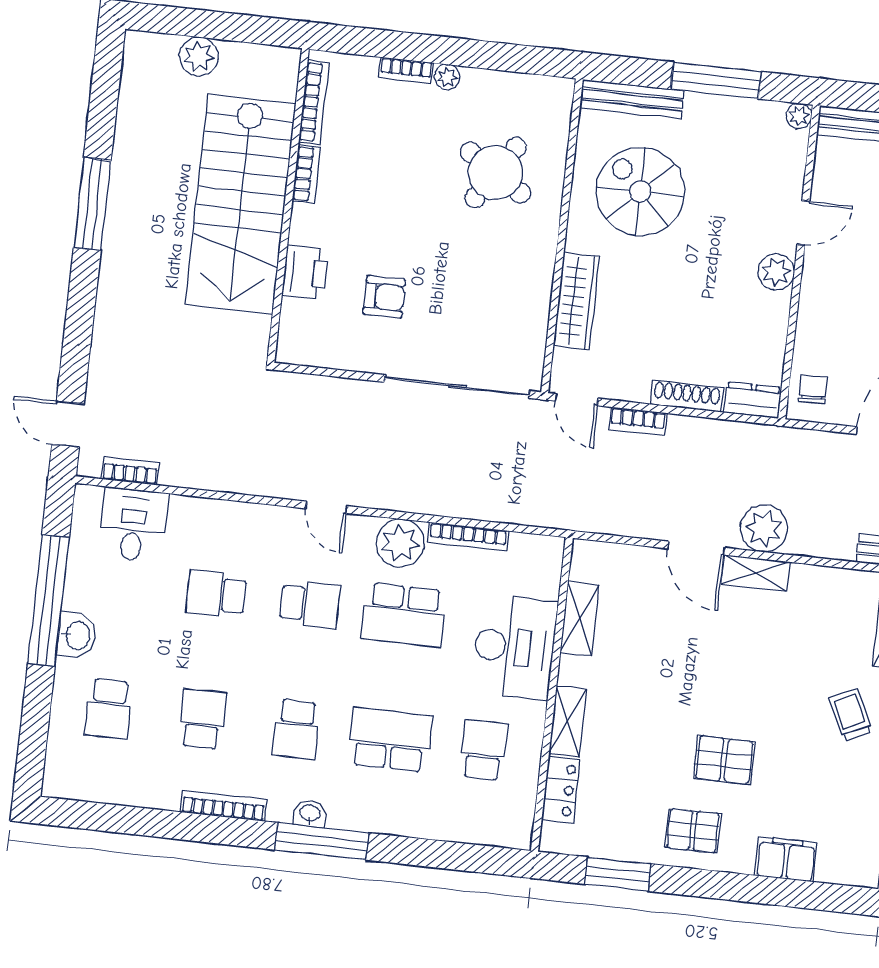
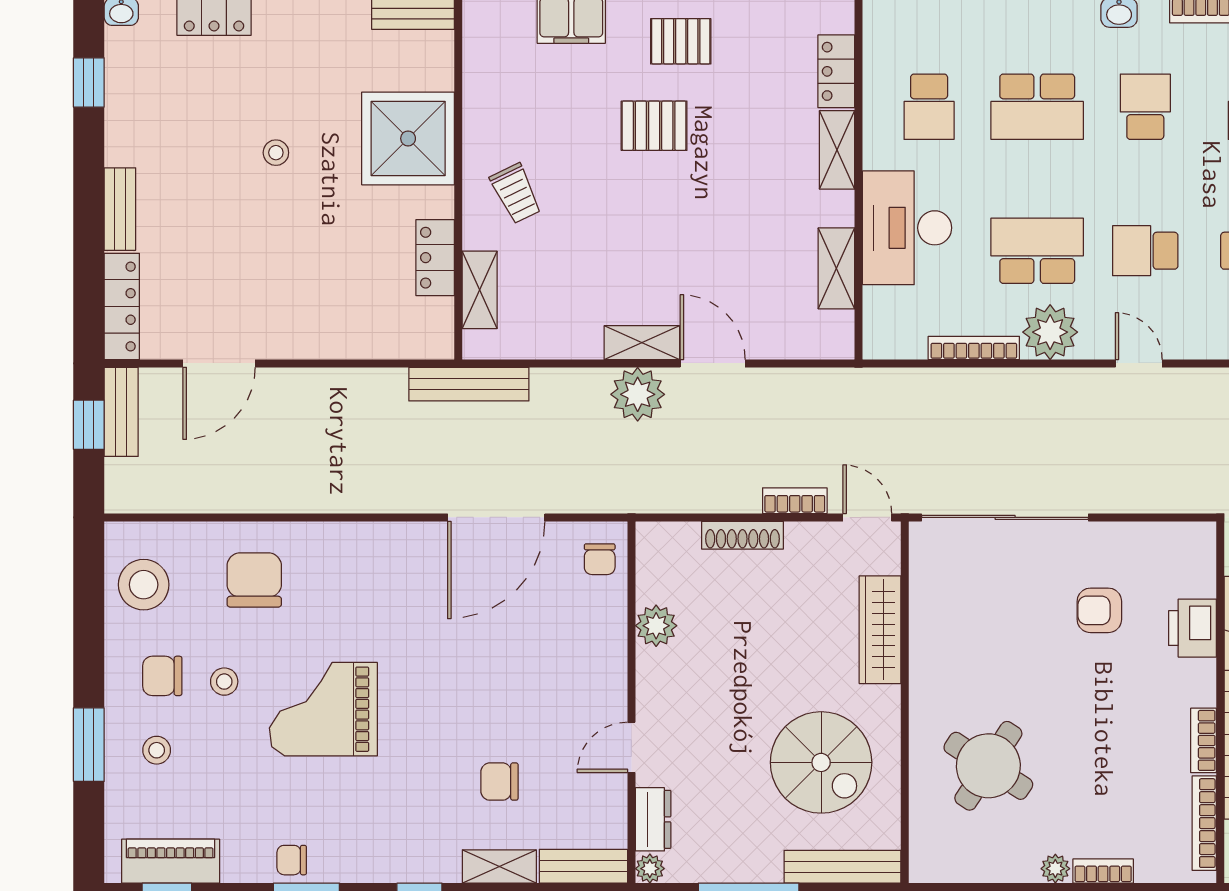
plant: (776, 272) -> (656, 626), moved
dresser: (753, 400) -> (653, 819), moved, turned -90

